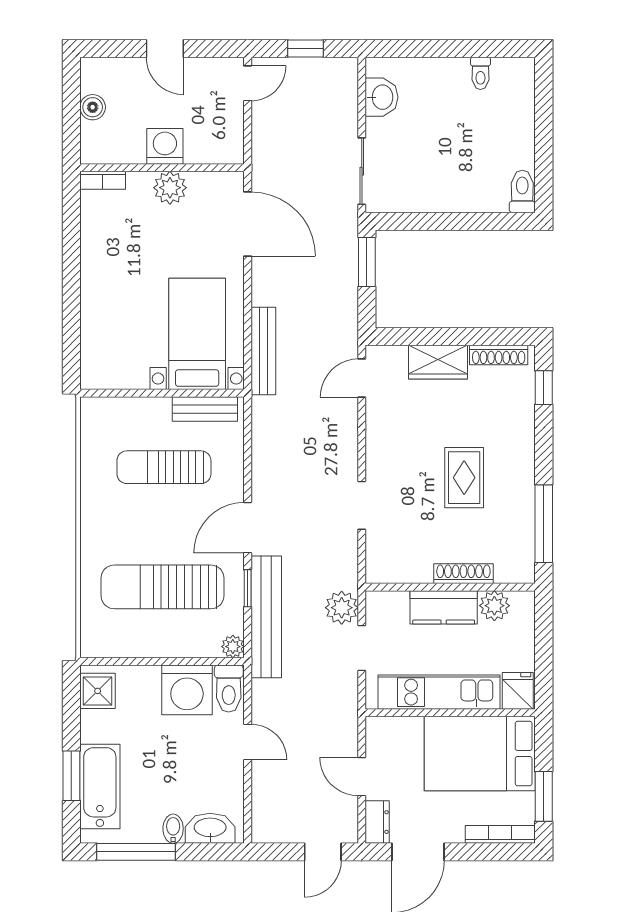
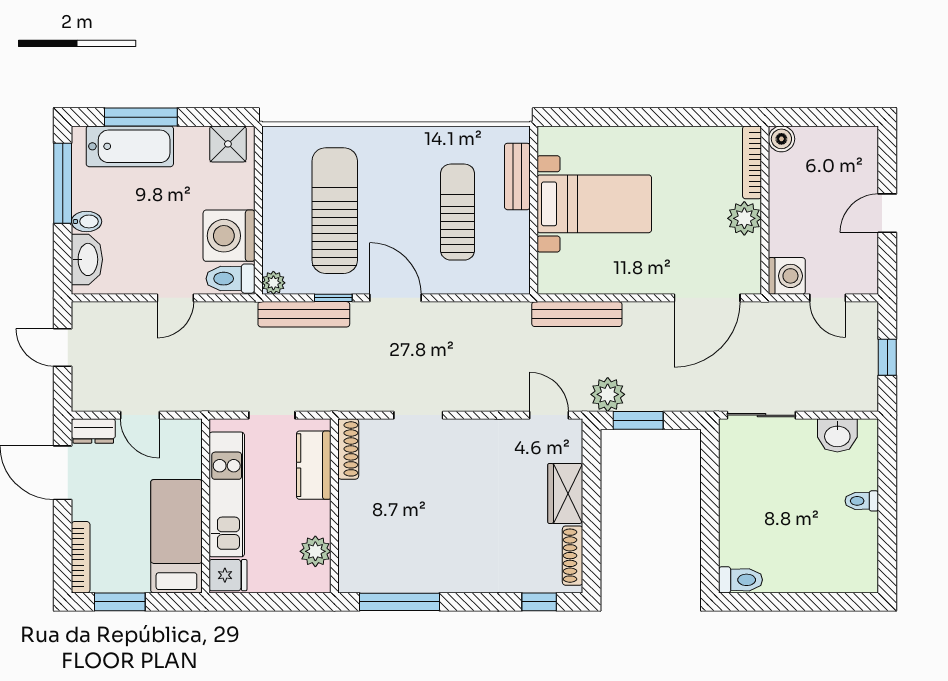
toilet: (480, 73) -> (862, 501), moved
door: (248, 83) -> (828, 298), moved
boiler: (93, 107) -> (781, 139), moved
washing machine: (165, 146) -> (787, 276), moved
bookcase: (103, 180) -> (752, 162), width x1.56
window: (367, 262) -> (638, 420), moved
bed with nightstands: (197, 334) -> (594, 204), moved
bench: (205, 409) -> (517, 176), moved
rug: (464, 478) -> (447, 520), removed
shoe rack: (463, 574) -> (348, 449), moved
kitchen counter: (444, 607) -> (314, 465), moved
plant: (342, 608) -> (608, 394), moved
bench: (266, 617) -> (304, 314), width x0.73, depth x0.82
bed: (480, 754) -> (176, 536), width x0.67
window: (71, 776) -> (141, 117), width x1.44
door: (362, 777) -> (140, 415), swing flipped
door: (323, 852) -> (63, 347), moved

